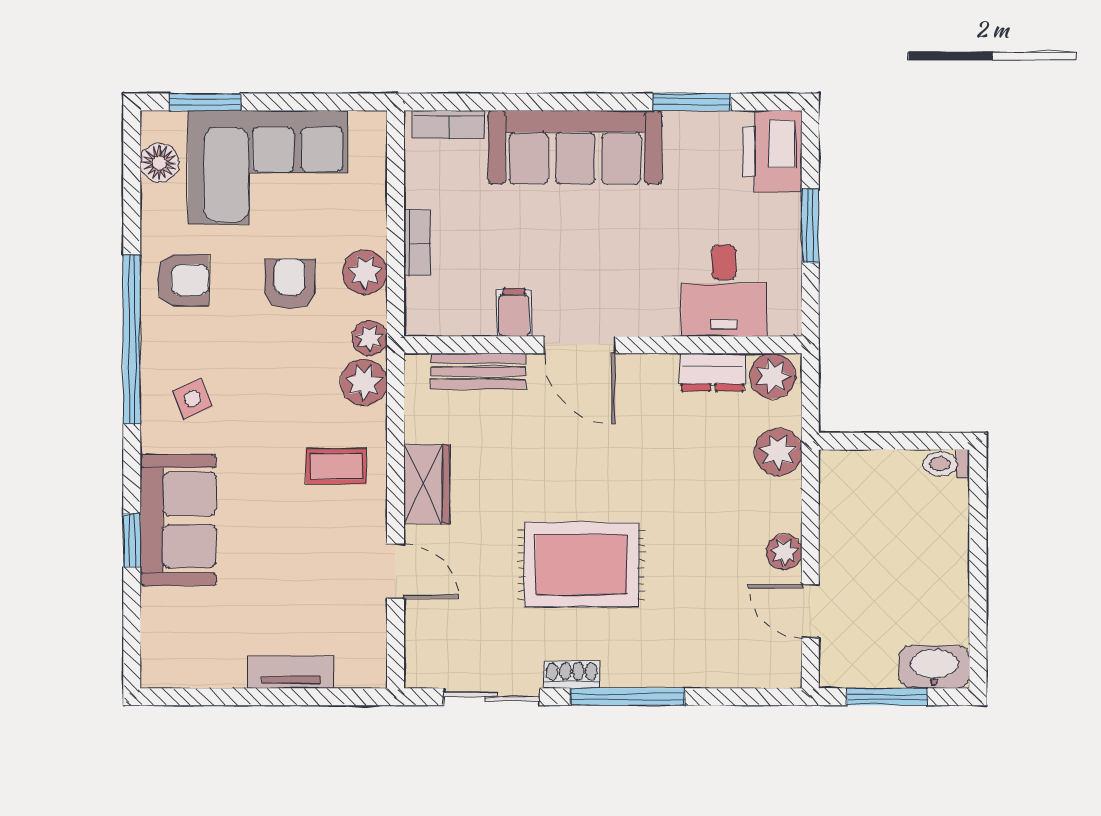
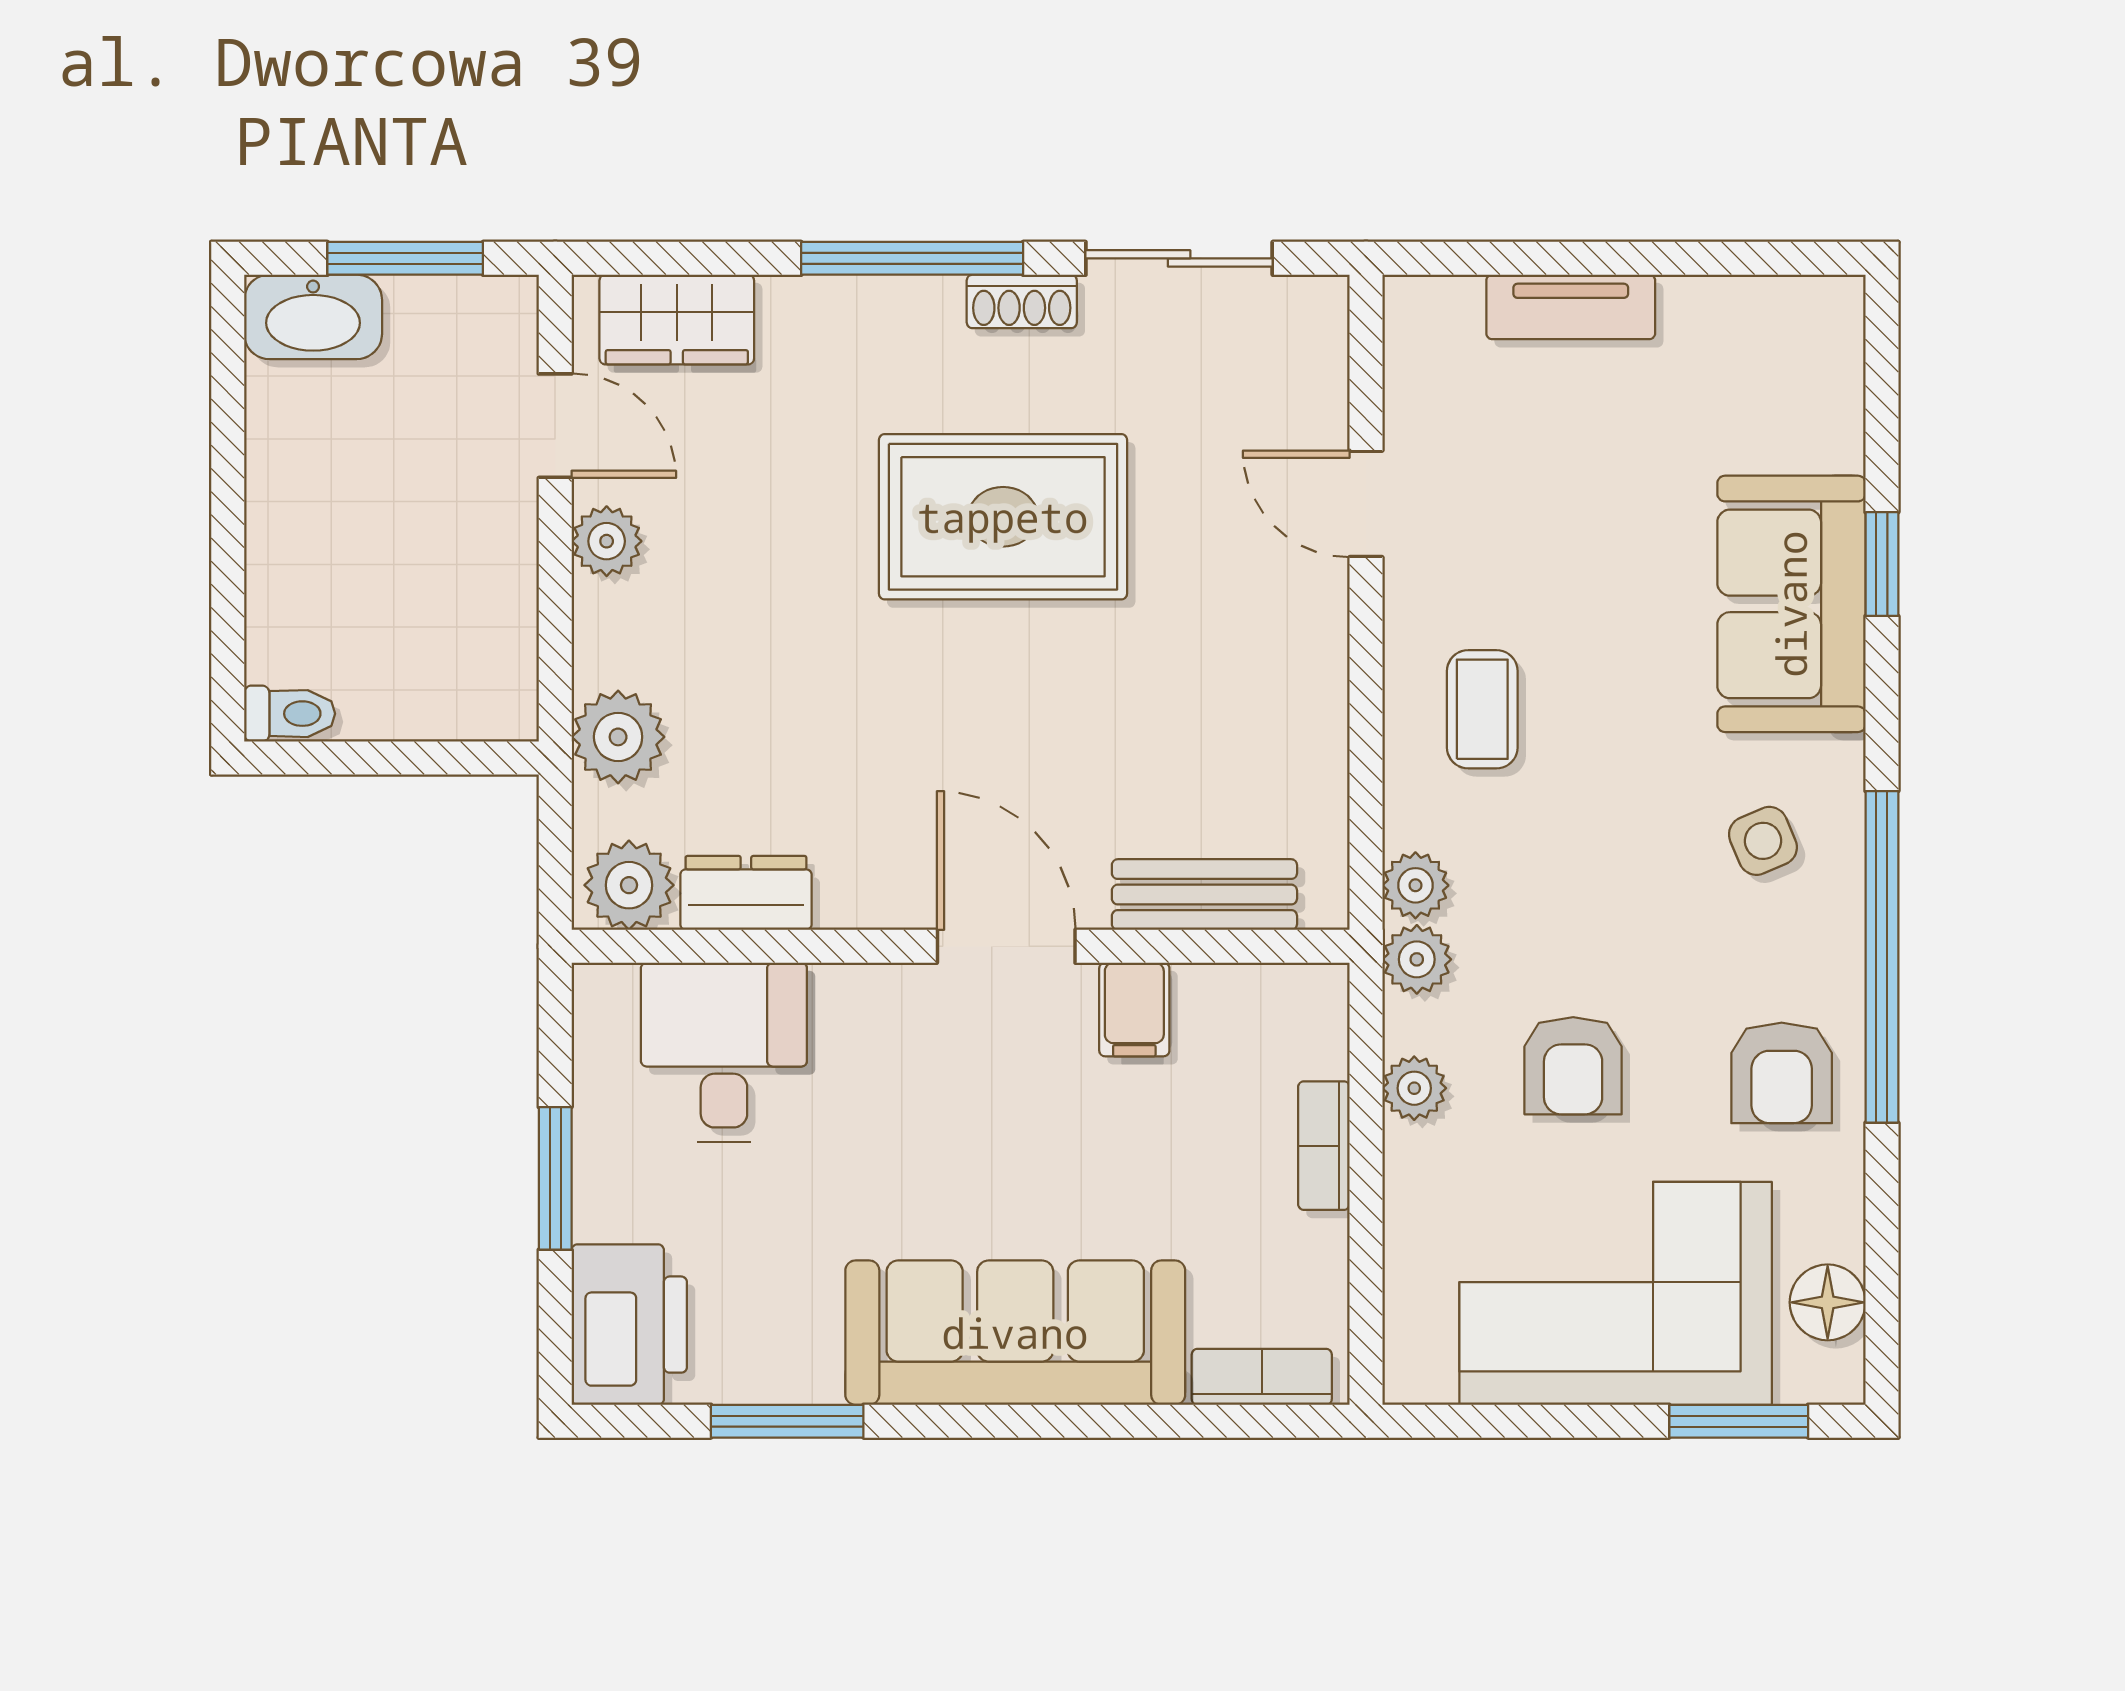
plant: (365, 272) -> (1414, 1088), width x0.73, depth x0.73
armchair: (183, 280) -> (1782, 1073), turned -90
plant: (364, 382) -> (1415, 885), width x0.73, depth x0.73
coffee table: (336, 466) -> (1482, 709), turned 90
wardrobe: (427, 484) -> (677, 320), moved, turned -90

